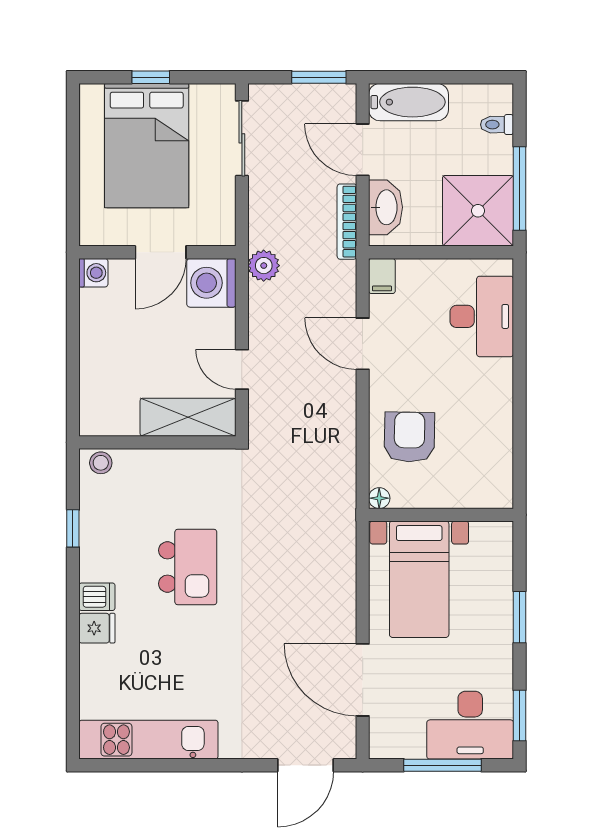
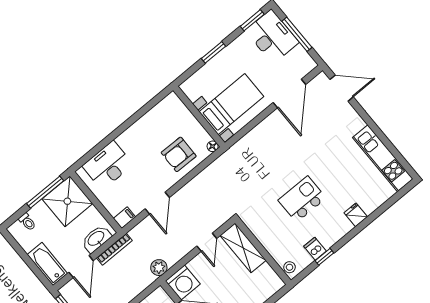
dishwasher: (97, 597) -> (315, 249), moved

